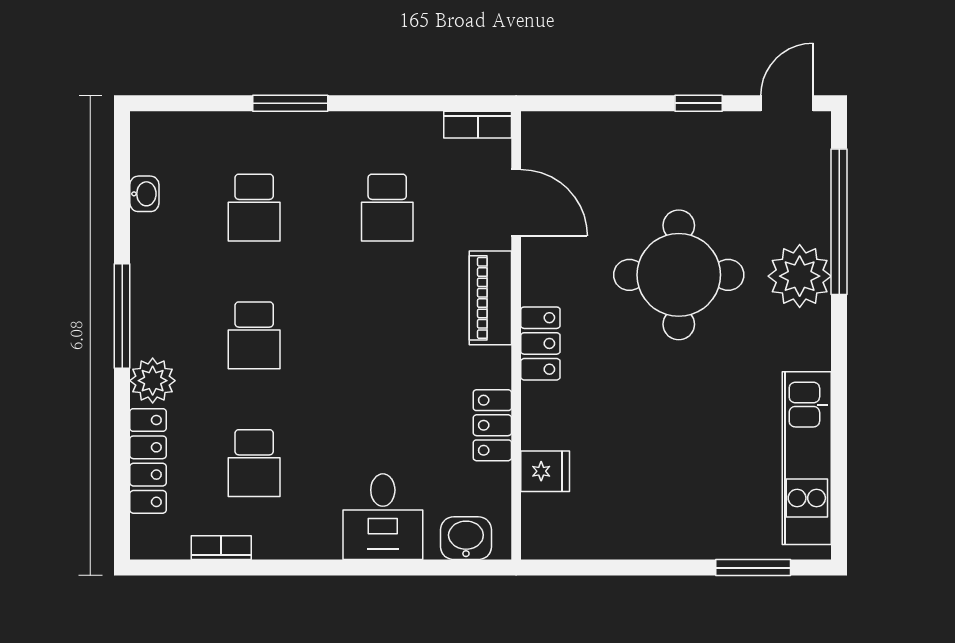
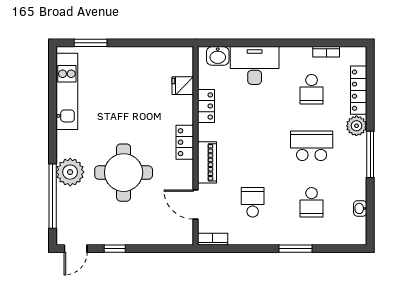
school desk: (254, 208) -> (312, 202), turned 180
school desk: (254, 335) -> (312, 146), width x1.85
school desk: (254, 463) -> (312, 89), turned 180
desk: (383, 517) -> (255, 65), width x1.37

